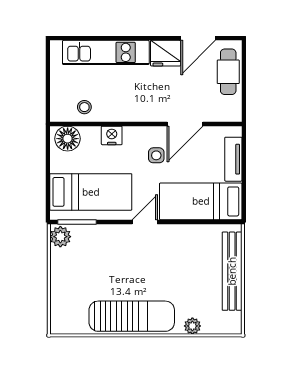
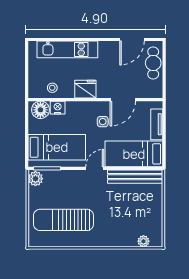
fridge: (166, 53) -> (85, 89), moved, turned 180
nightstand: (112, 135) -> (58, 108), moved
bench: (232, 271) -> (135, 177), moved, turned 90
sun lounger: (132, 316) -> (63, 220), moved, turned 180
plant: (192, 326) -> (143, 241), moved

